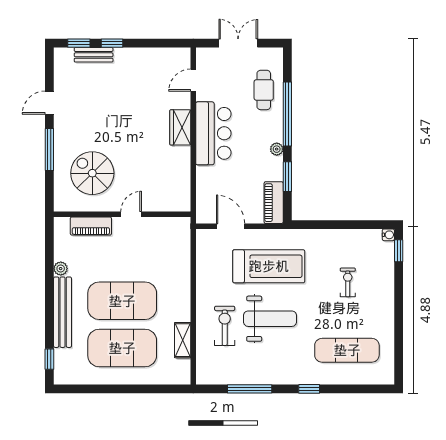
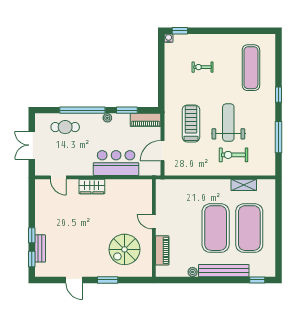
bar counter: (213, 133) -> (116, 163), moved
window: (49, 149) -> (108, 280), width x0.69
treadmill: (269, 266) -> (191, 123), width x0.73, depth x0.73

